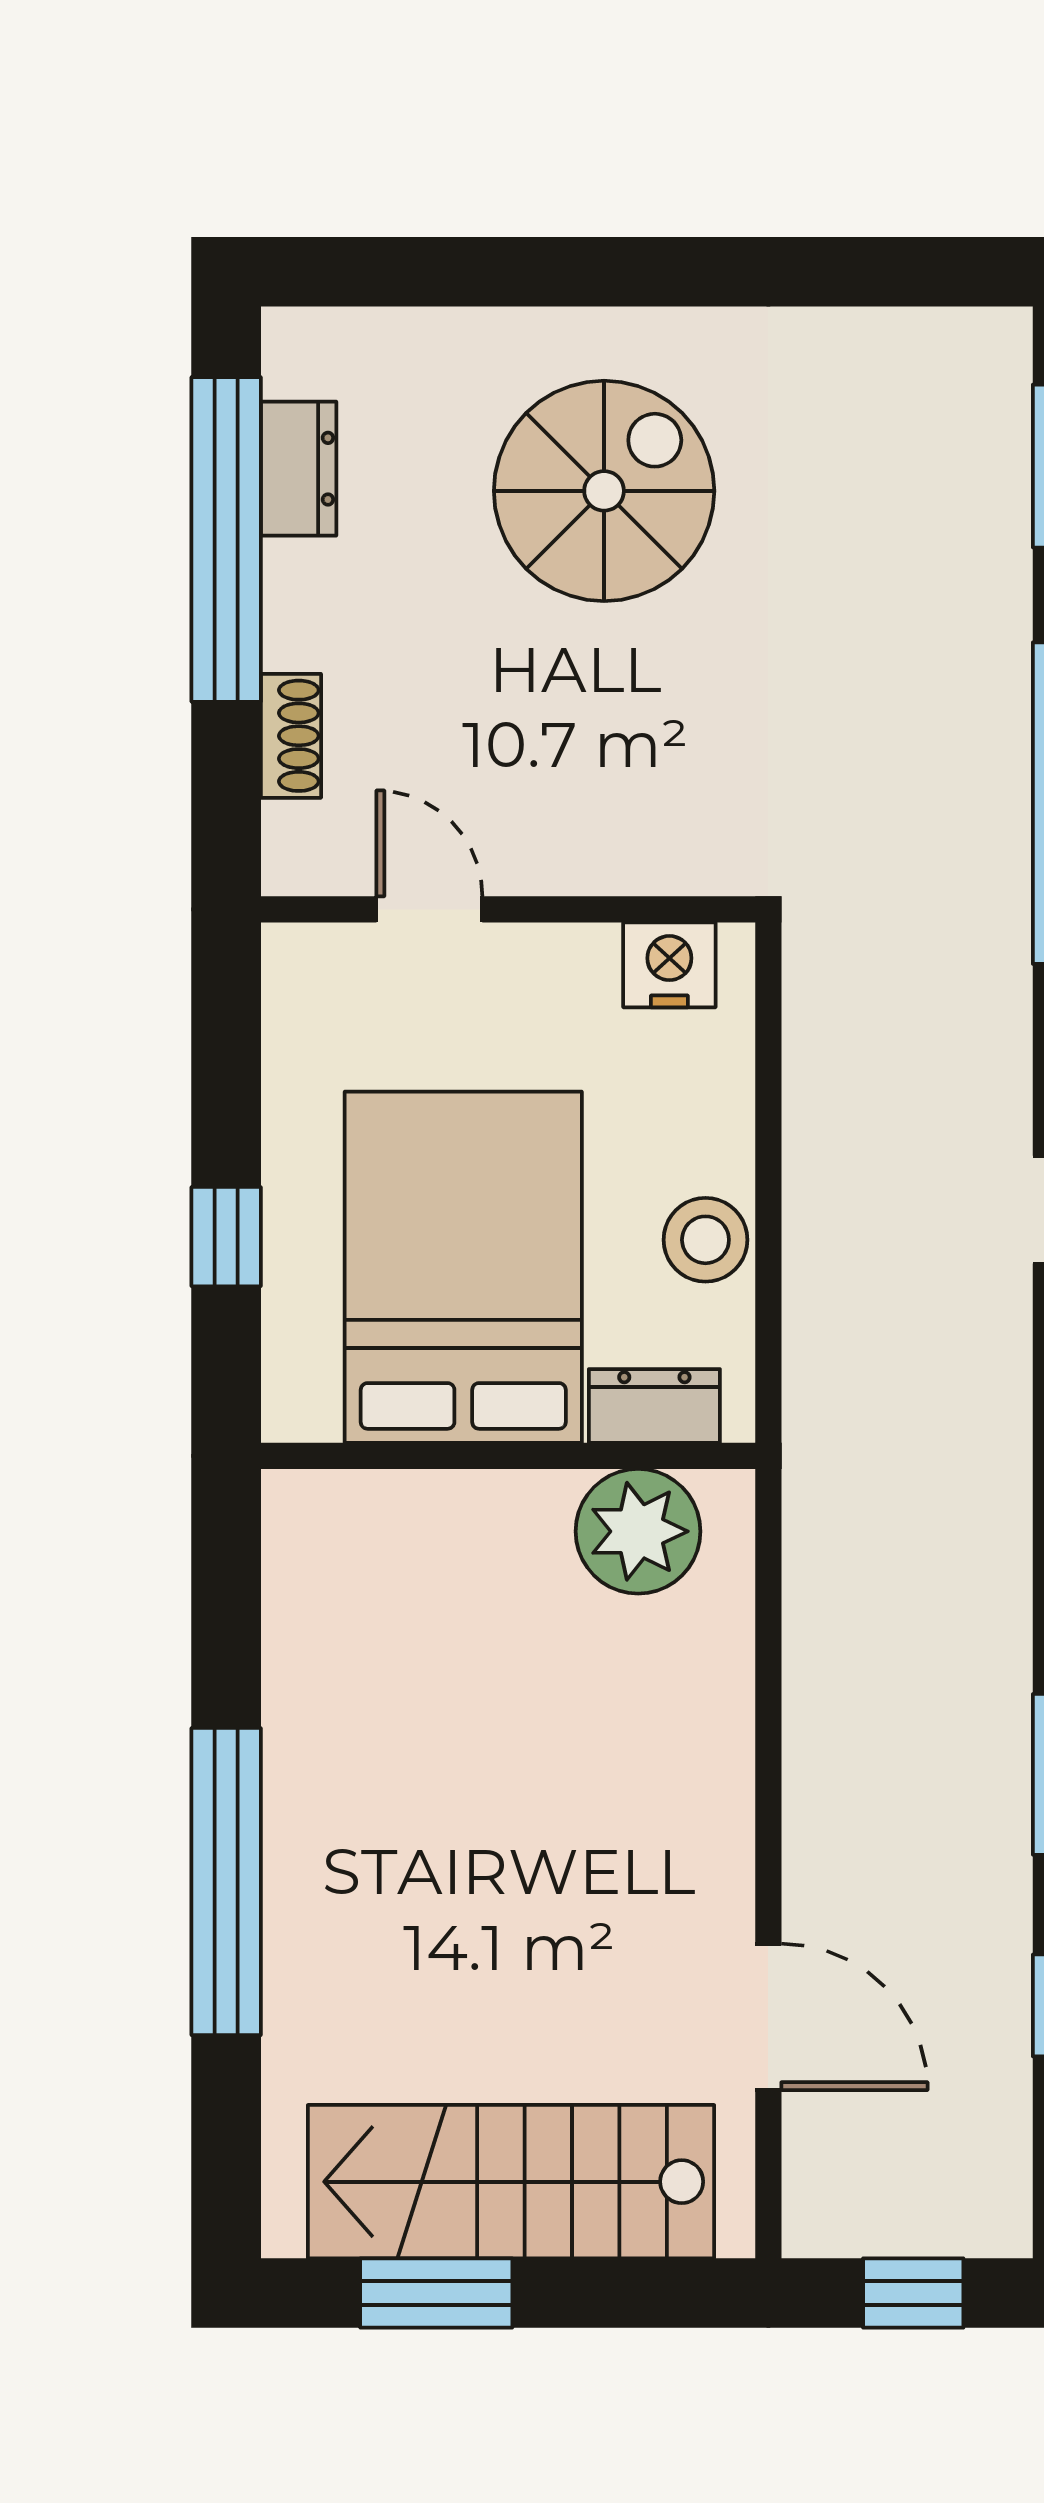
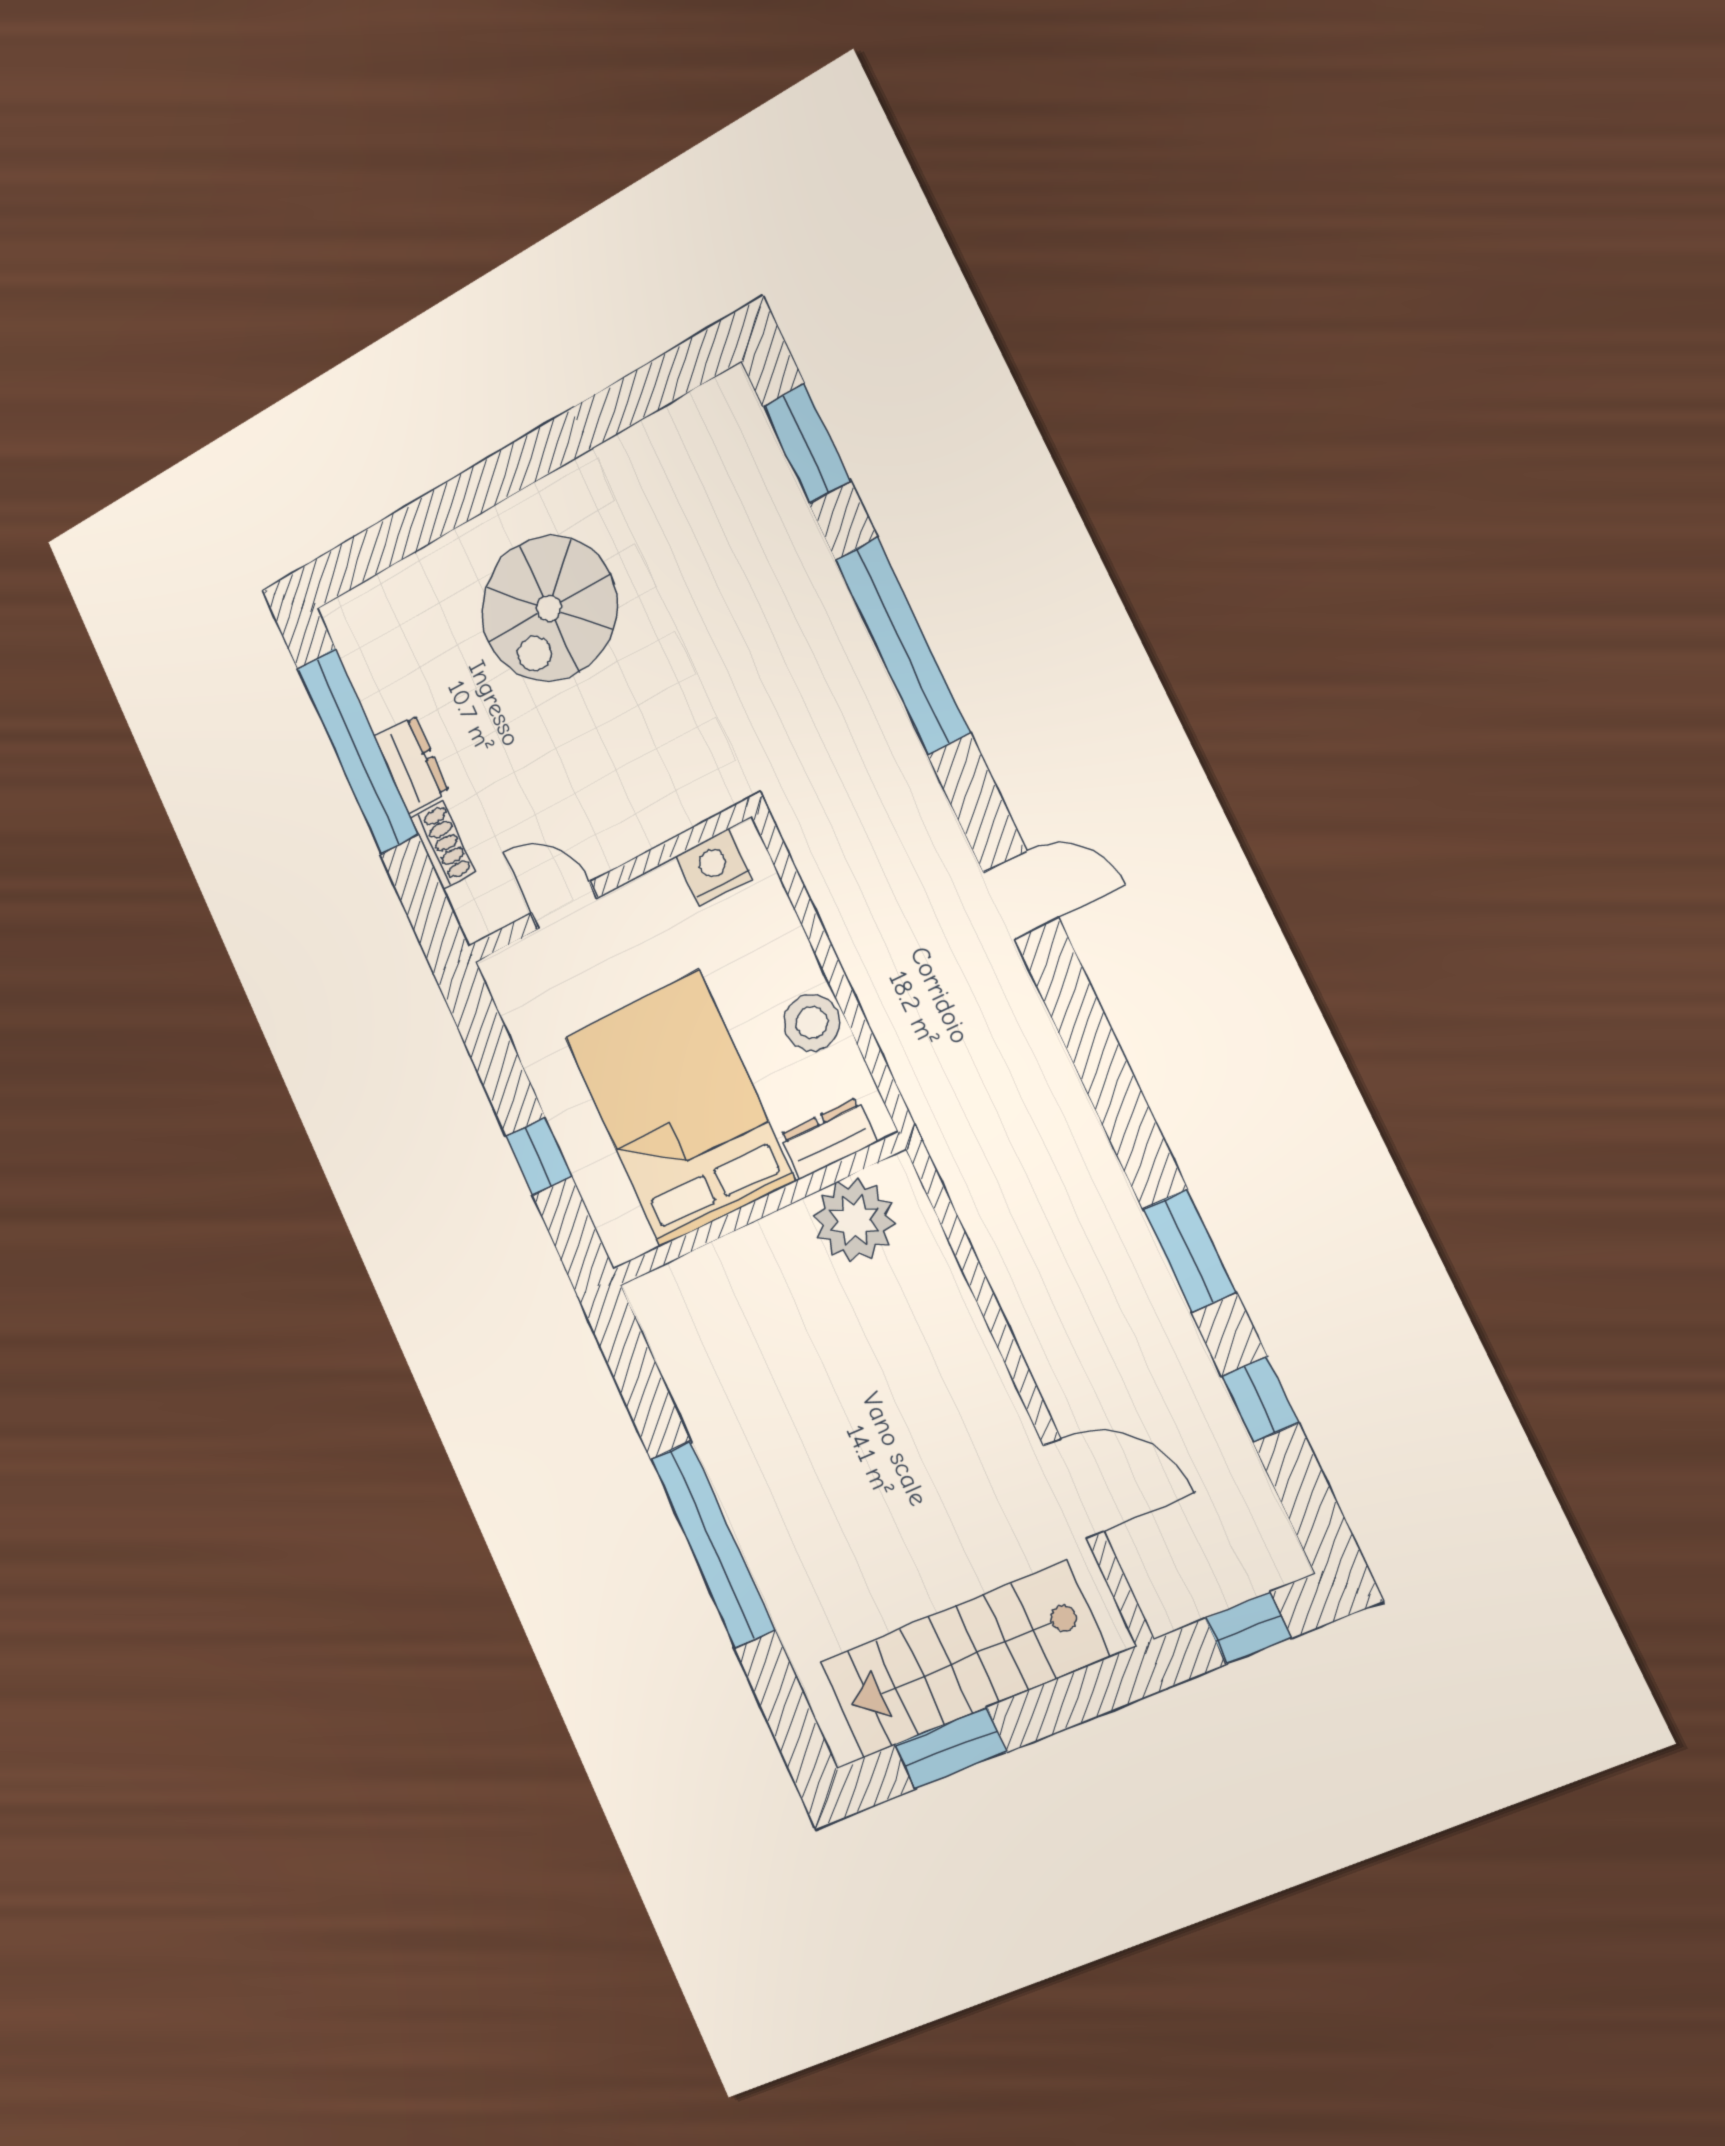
dresser: (299, 469) -> (412, 764), moved
spiral stairs: (604, 491) -> (549, 608), turned 180

